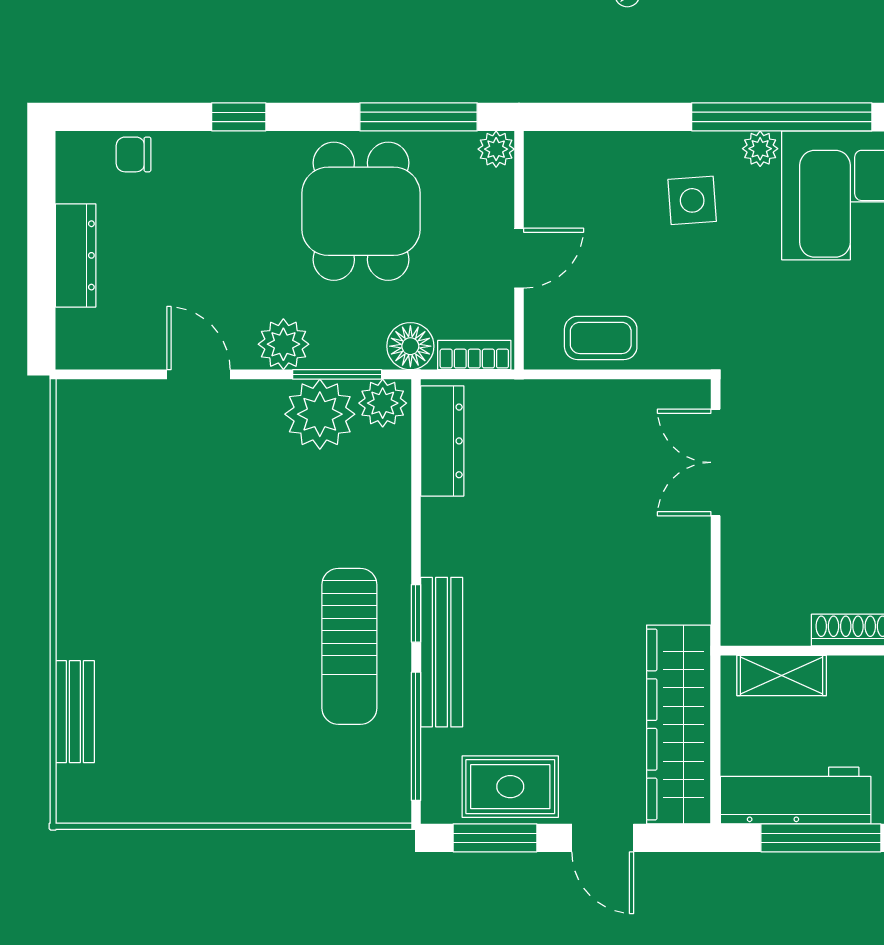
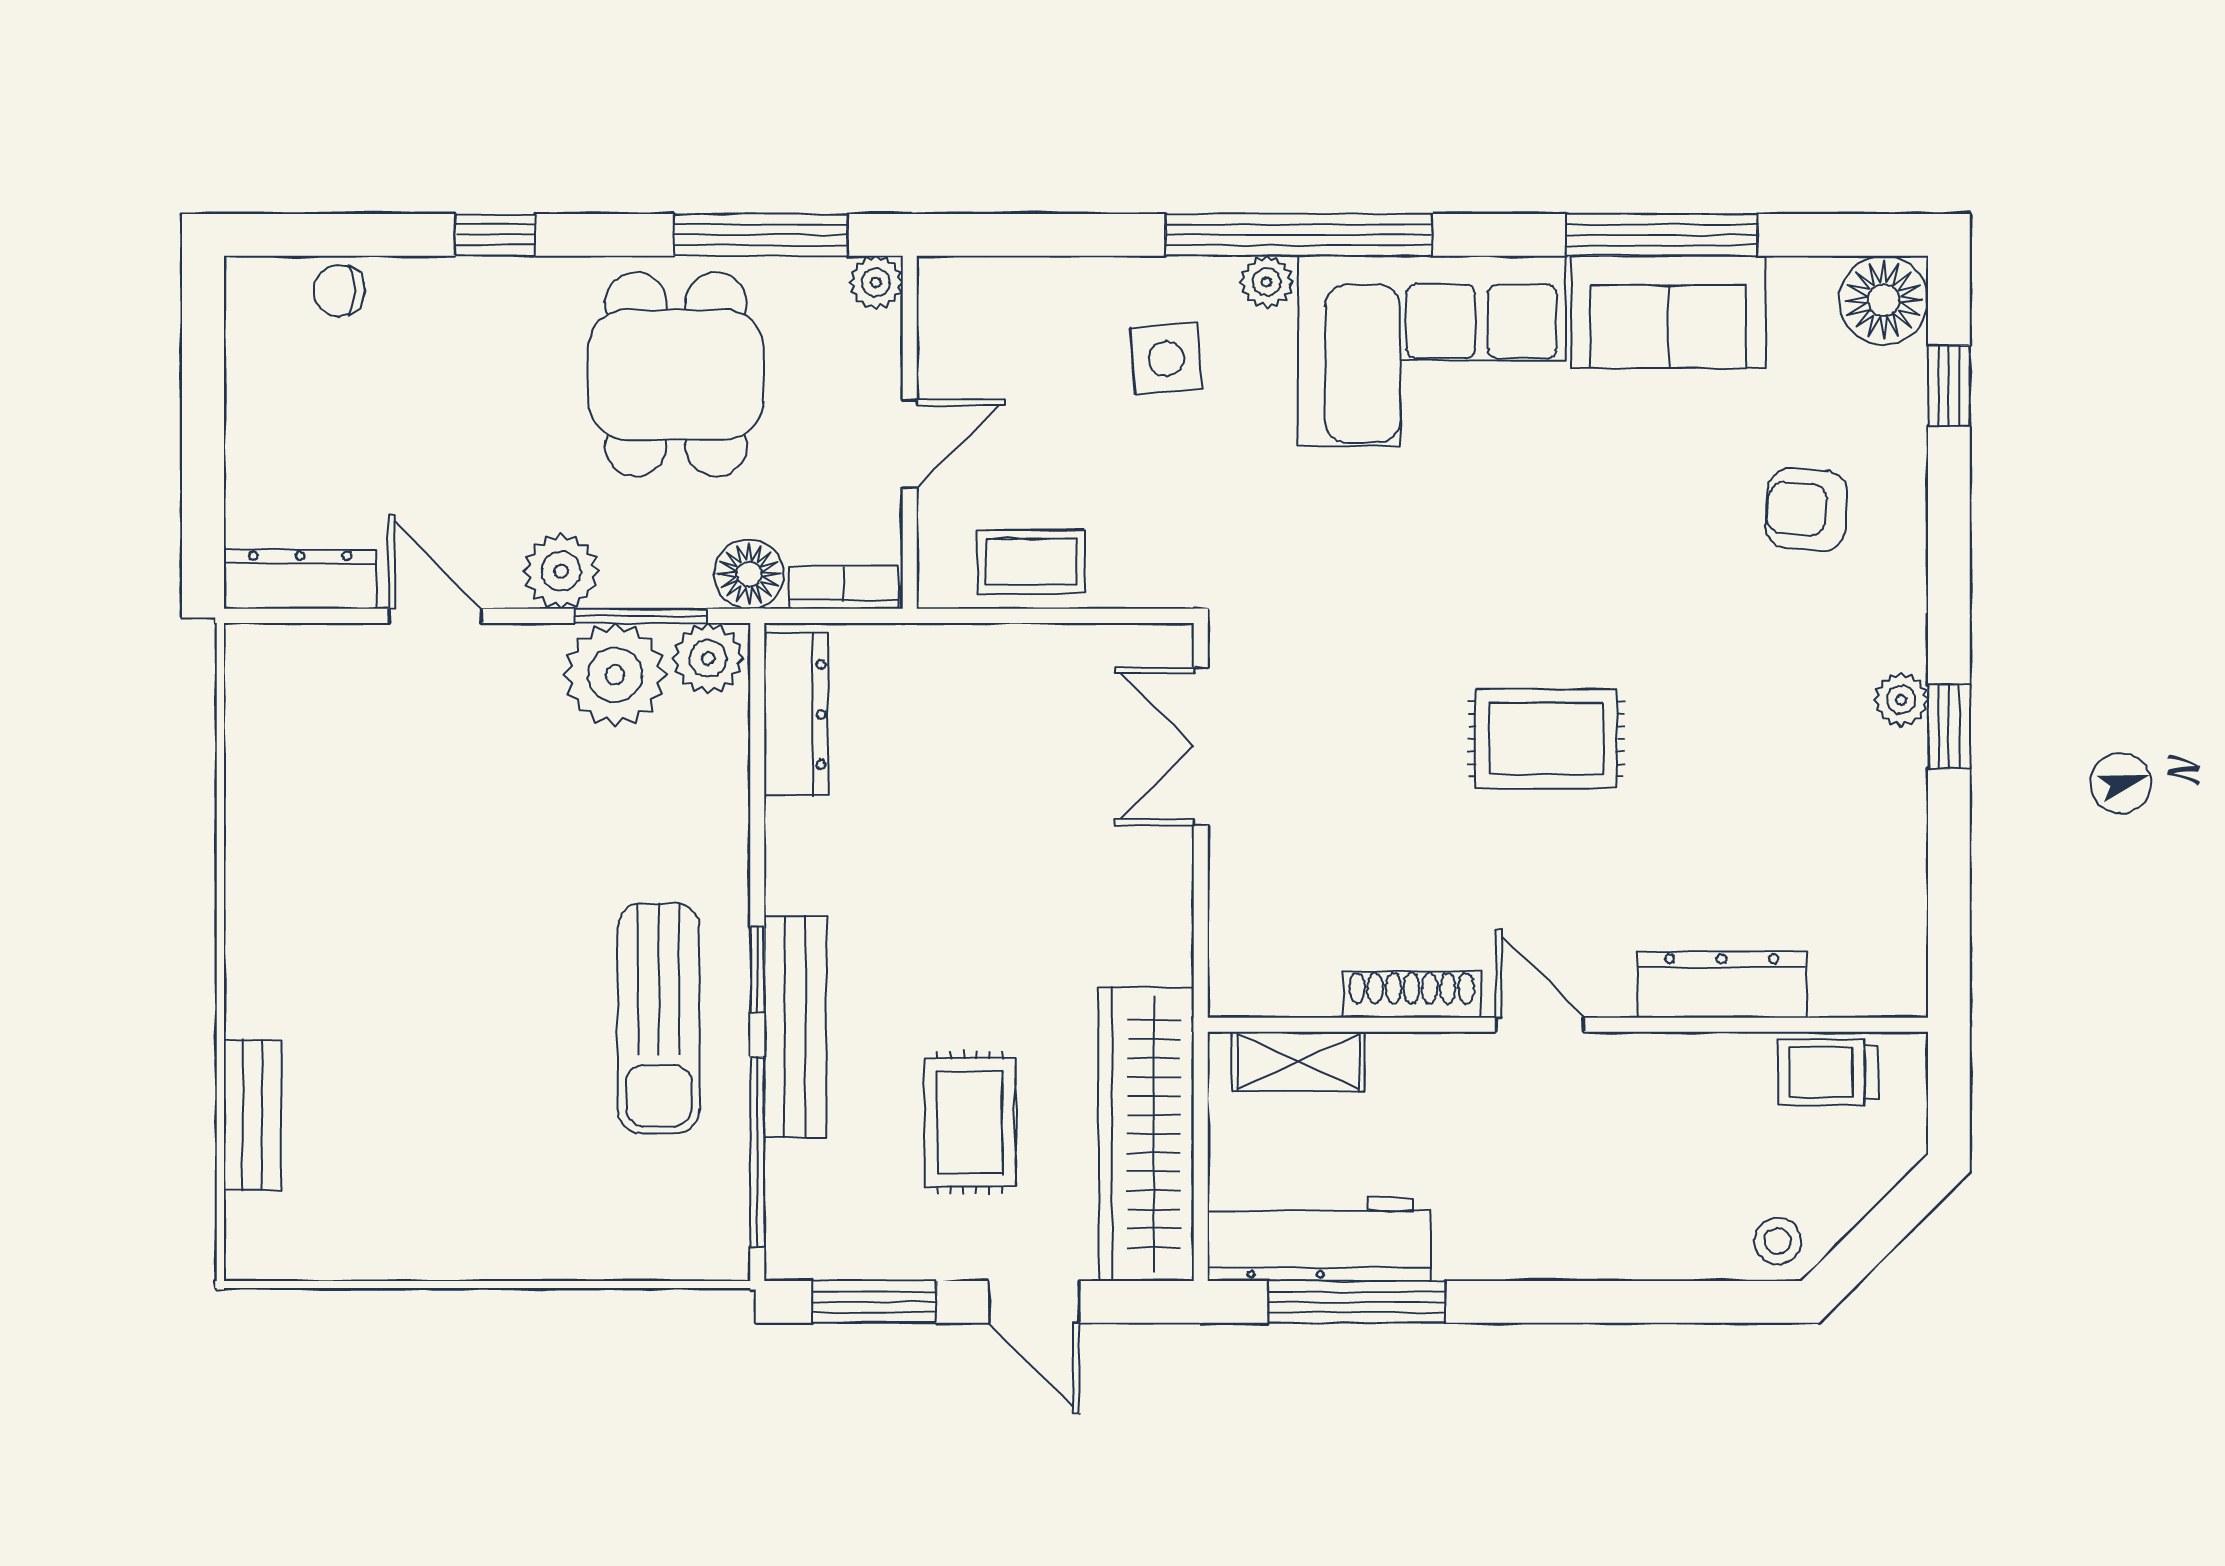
dresser: (76, 255) -> (300, 579), moved, turned -90
rug: (510, 787) -> (970, 1122), moved, turned 90

